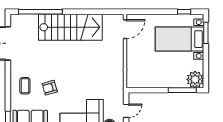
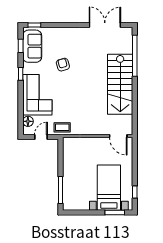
plant: (195, 79) -> (71, 202), removed
coffee table: (25, 86) -> (62, 127), moved
door: (126, 111) -> (41, 137), swing flipped

